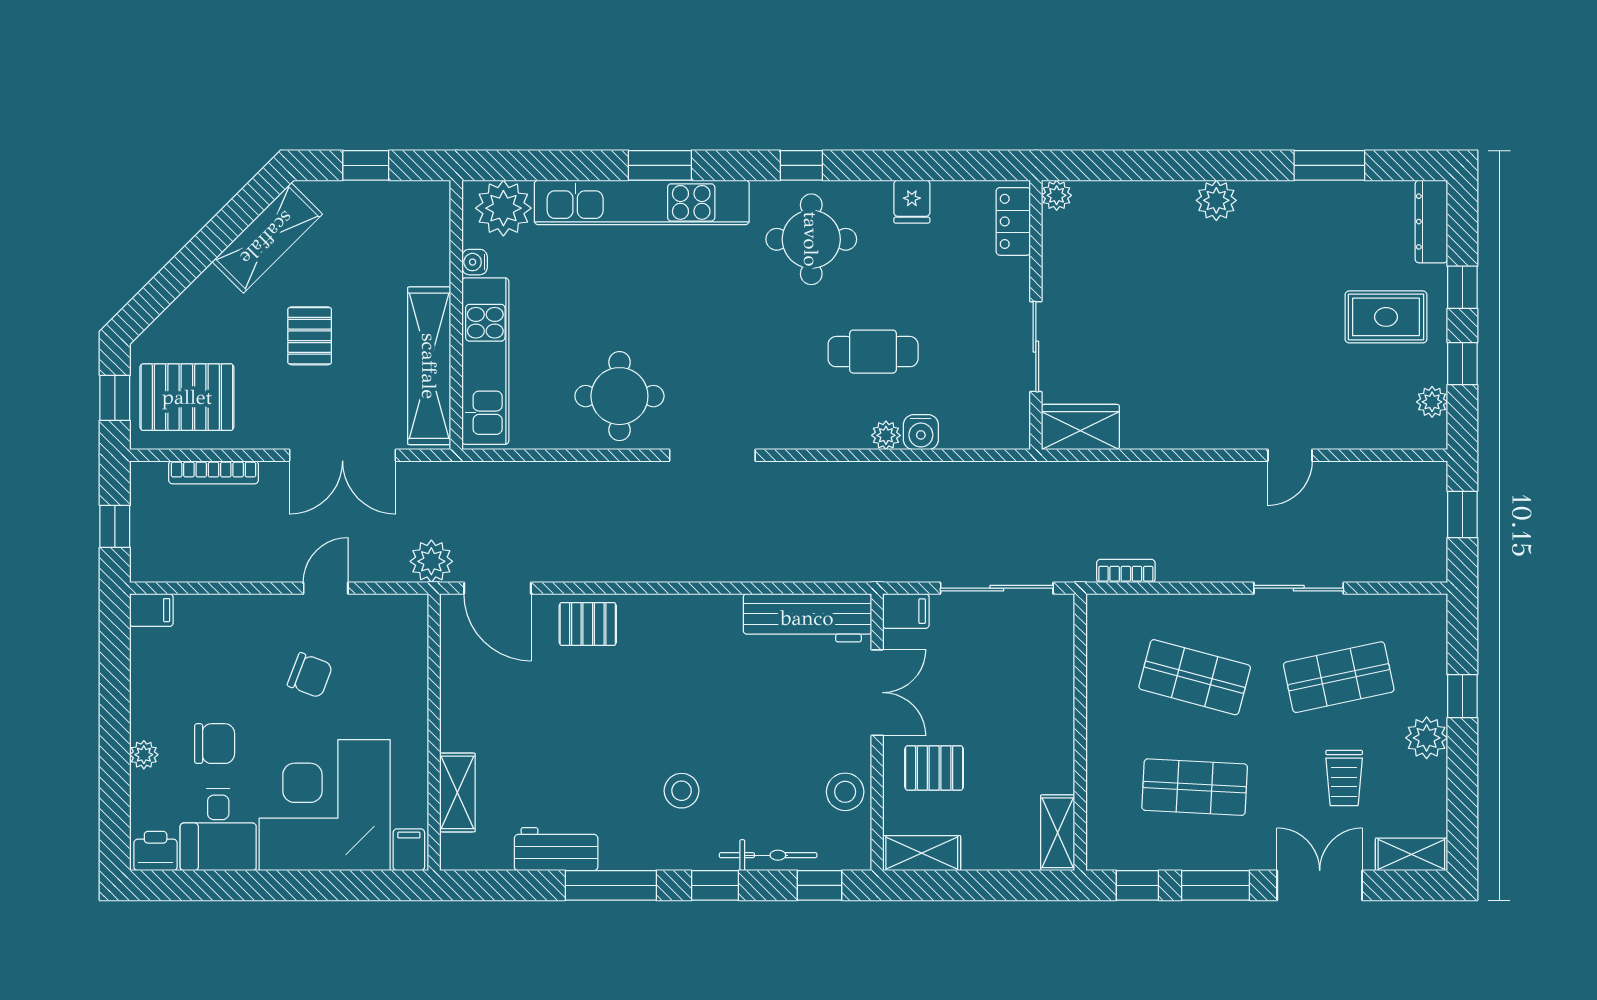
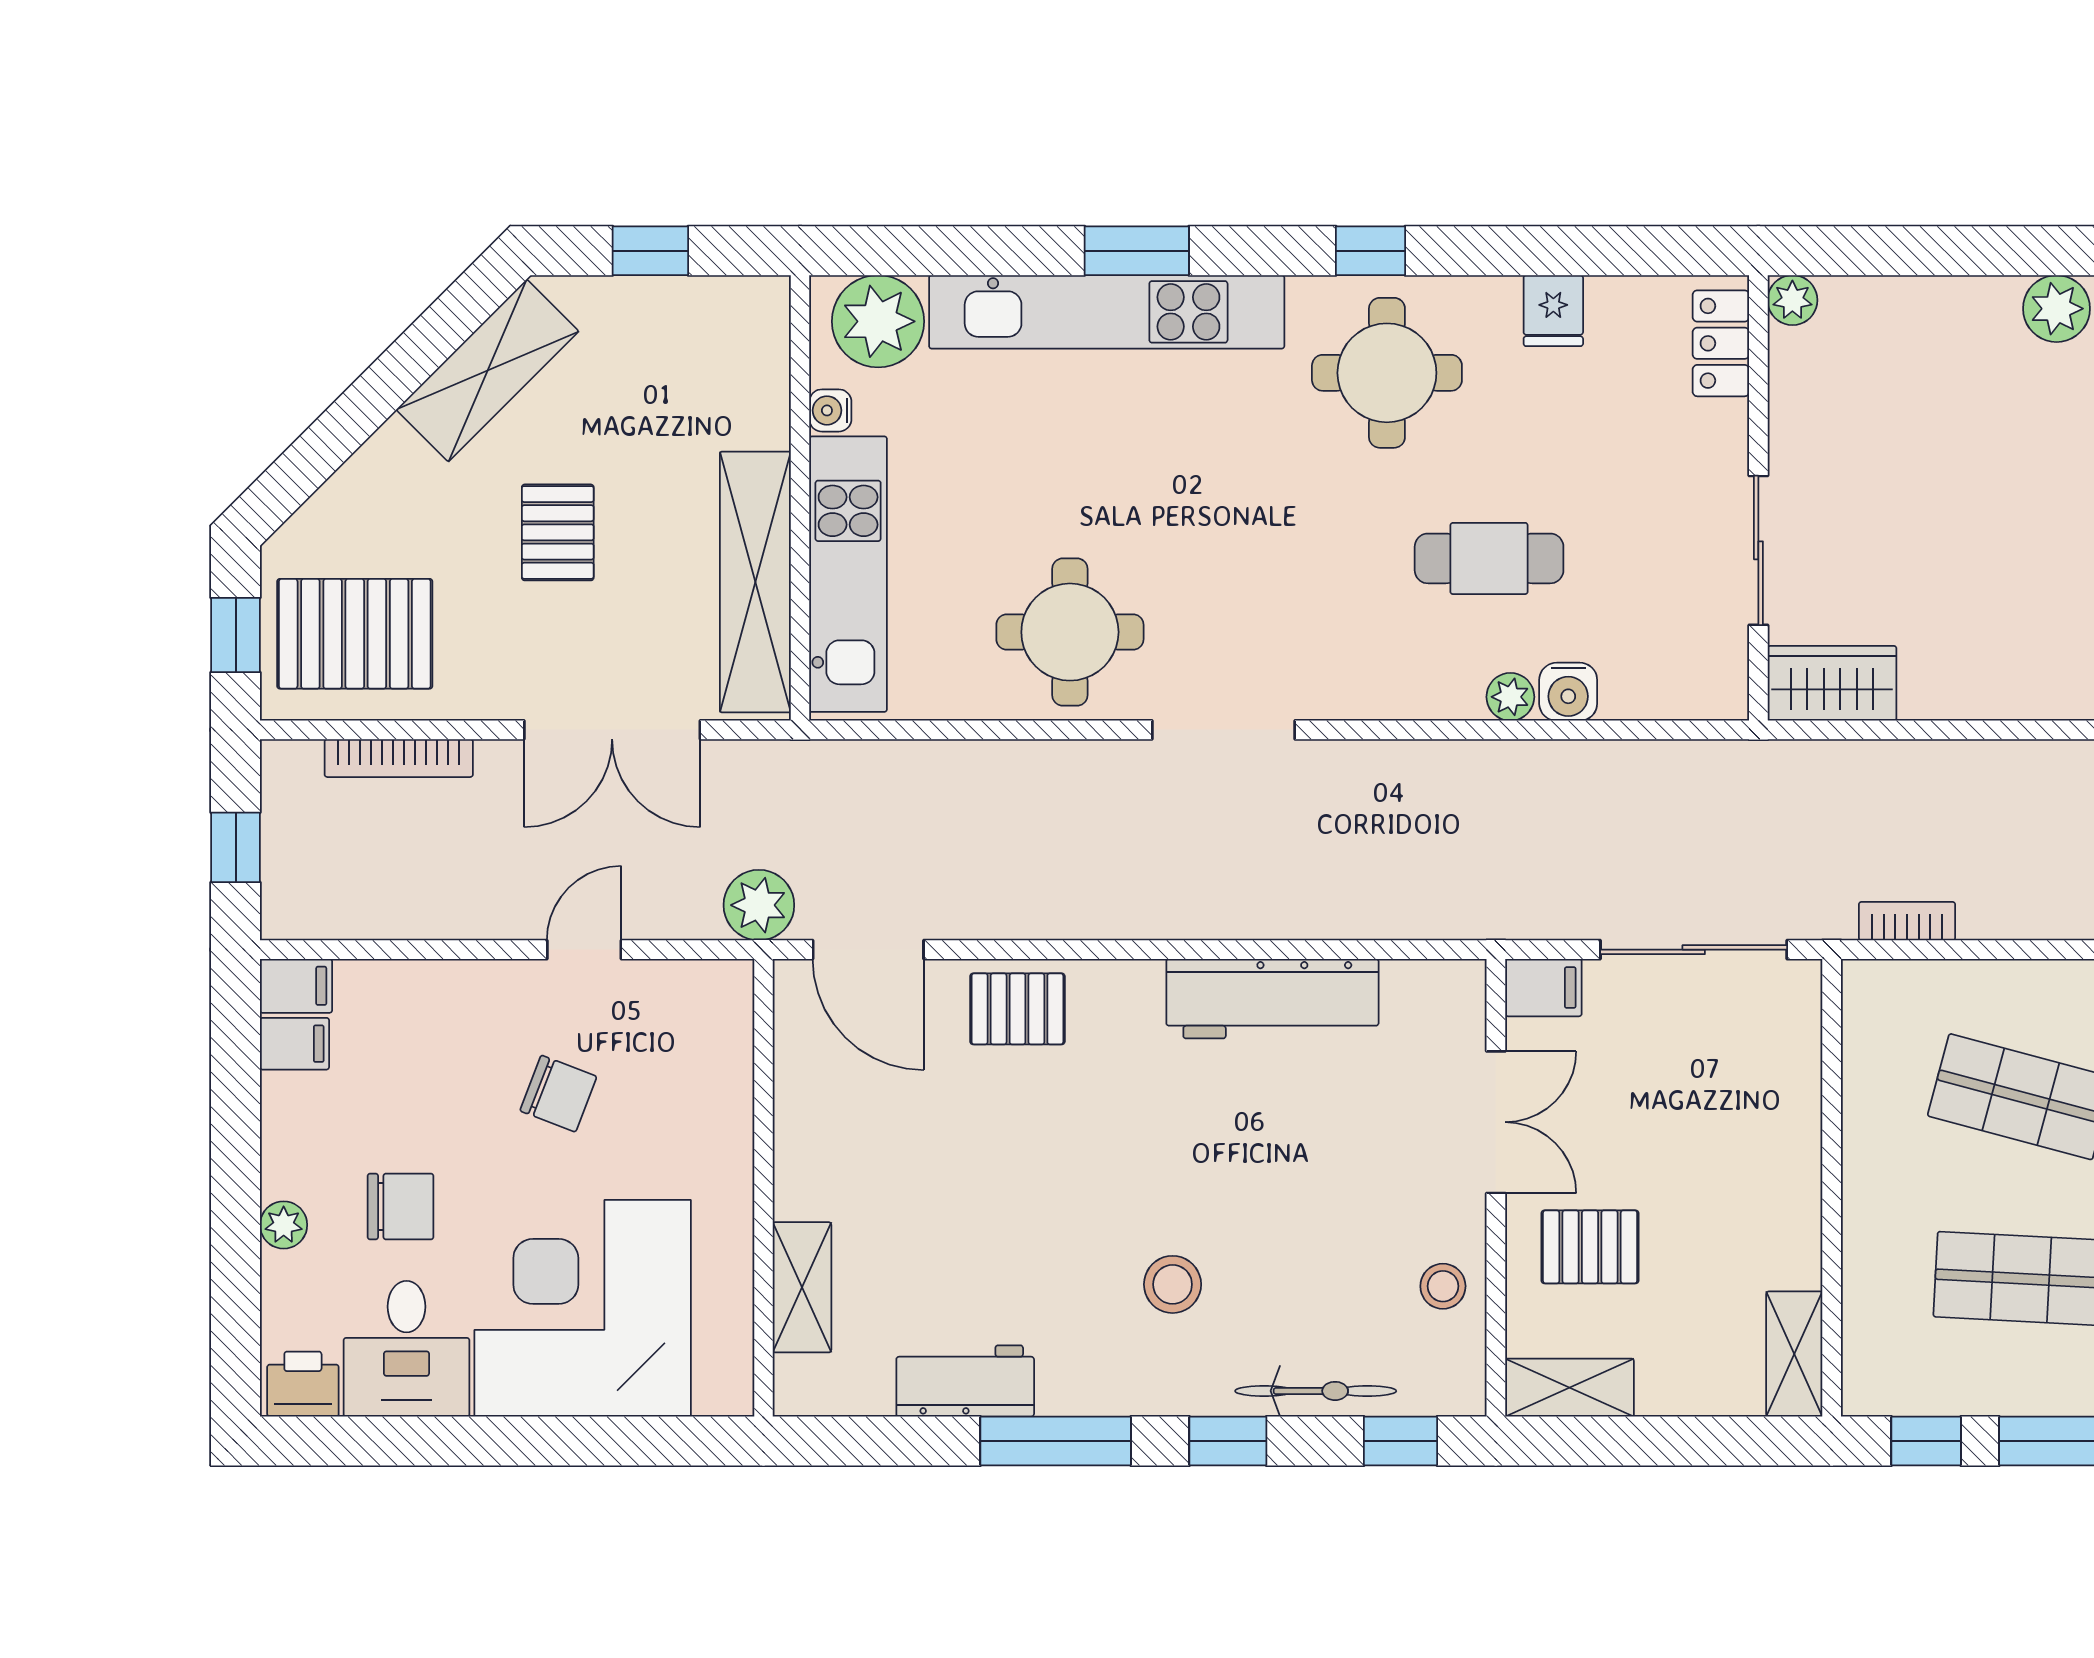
workbench: (807, 618) -> (1272, 999), moved
stool: (845, 792) -> (1443, 1286), width x0.73, depth x0.73
filing cabinet: (409, 850) -> (294, 1044), moved, turned 90

